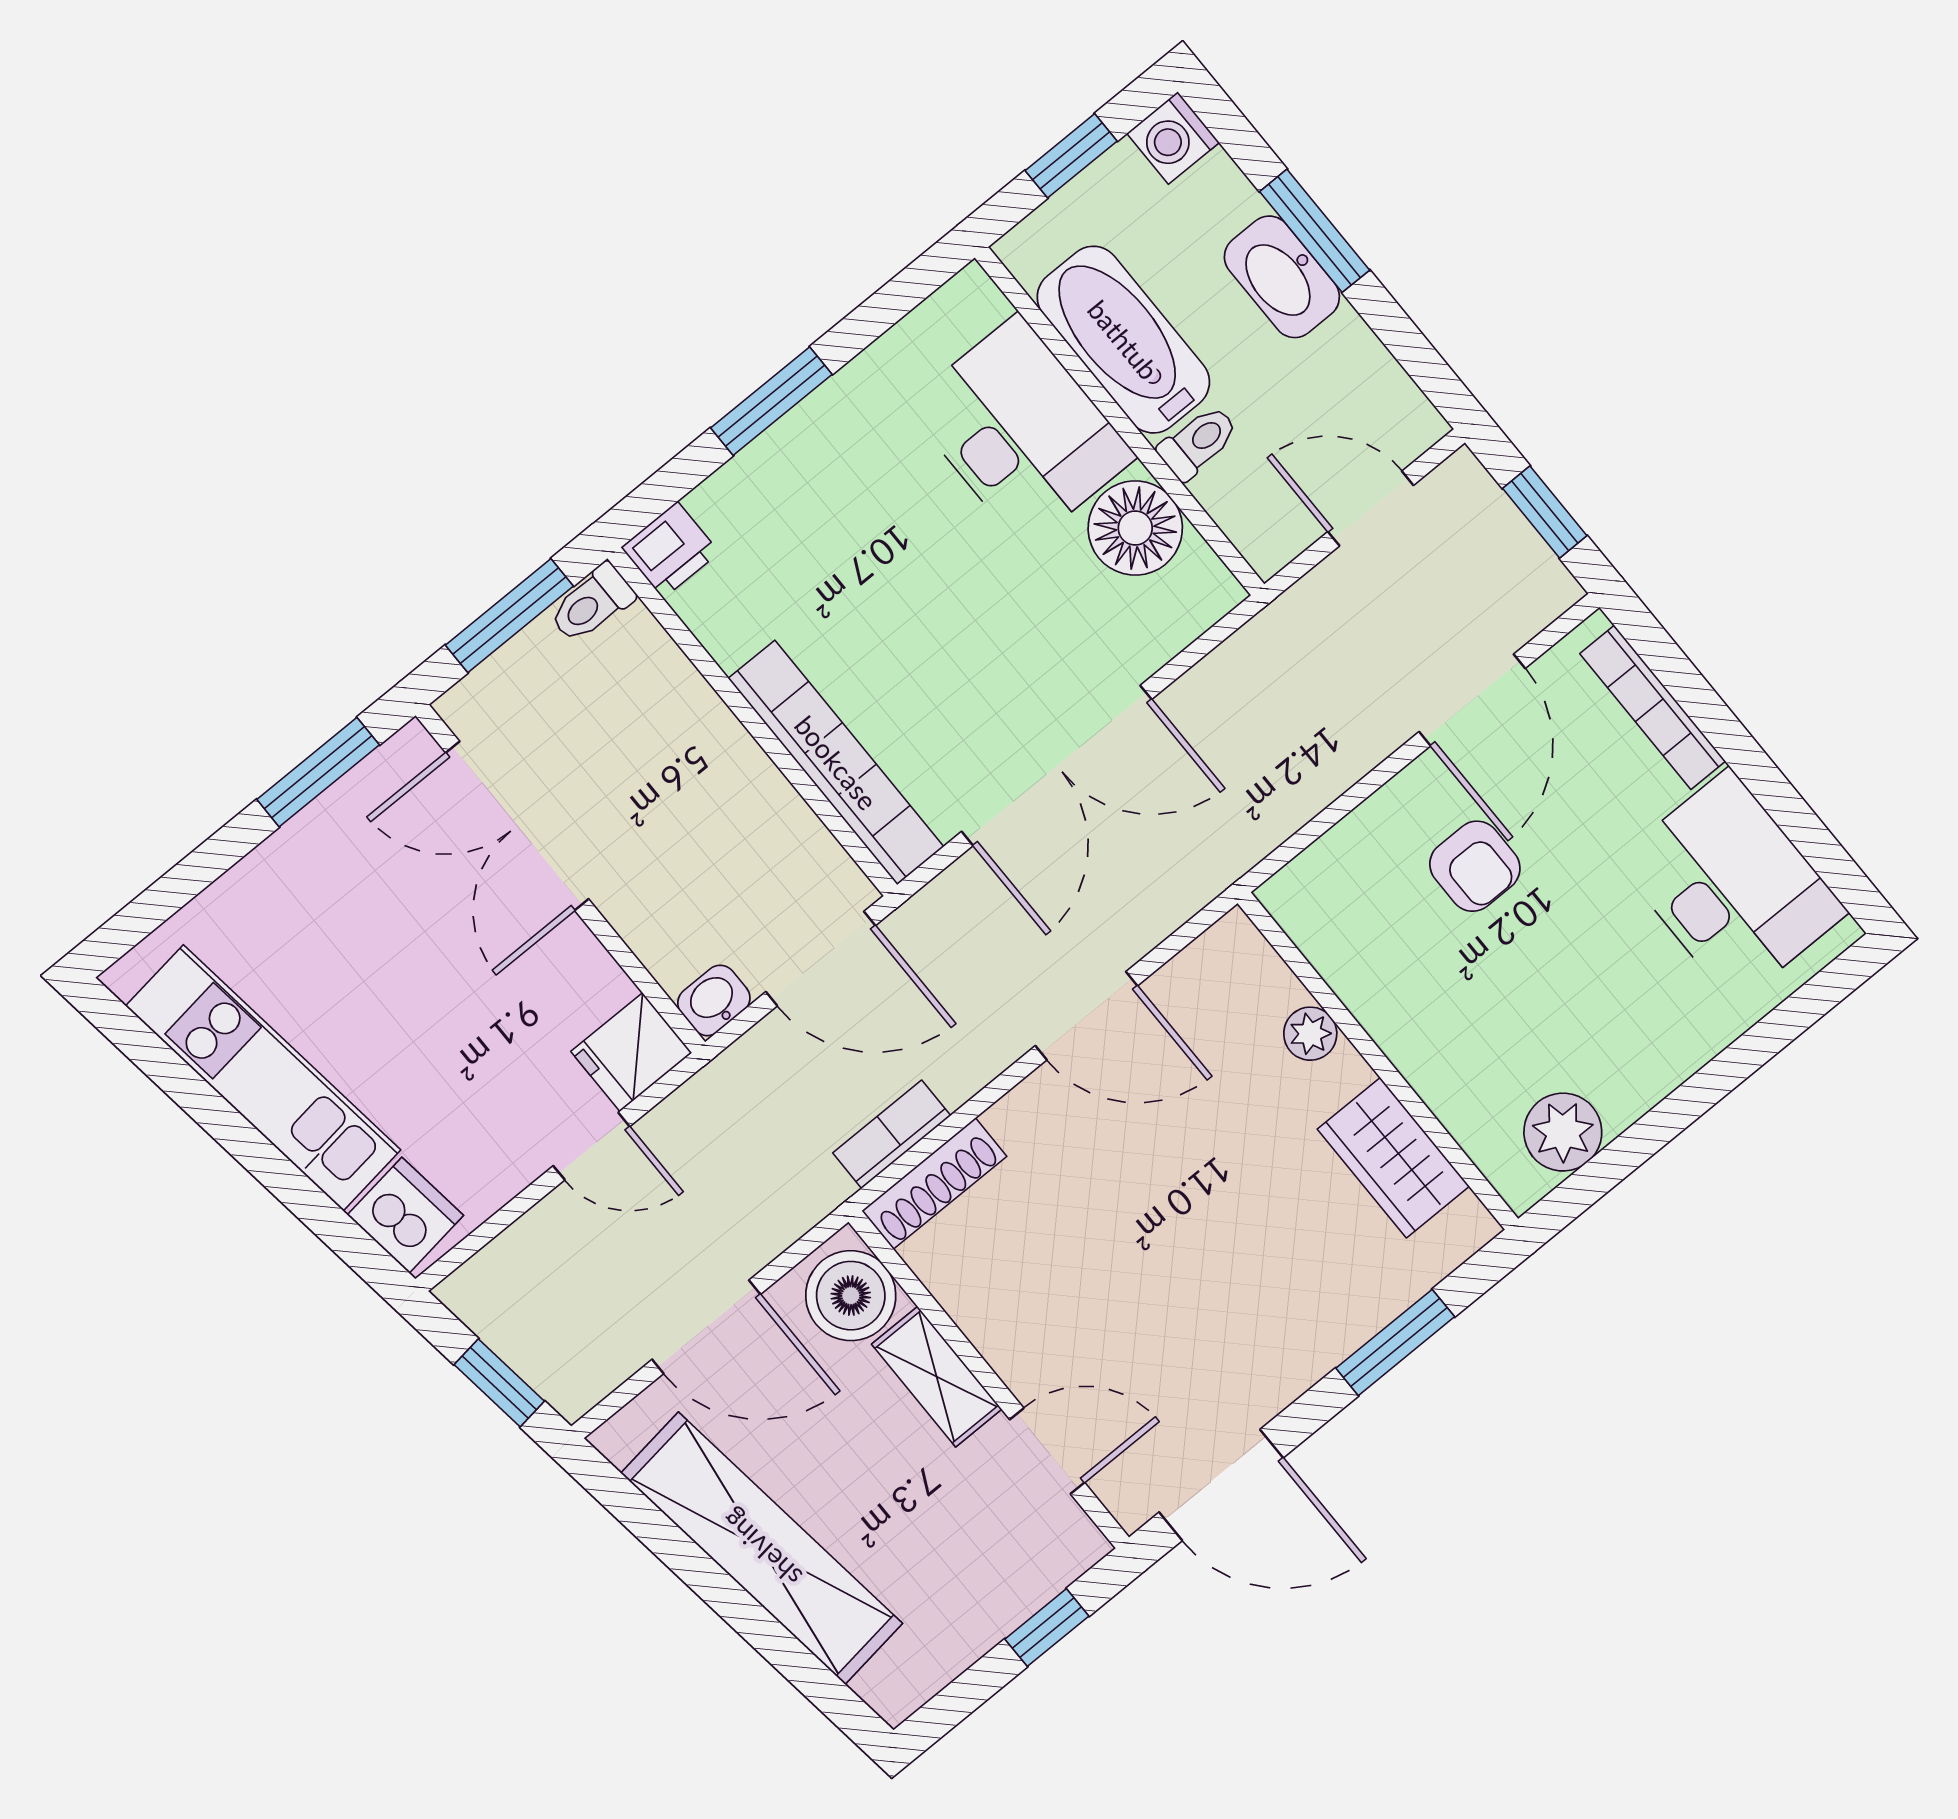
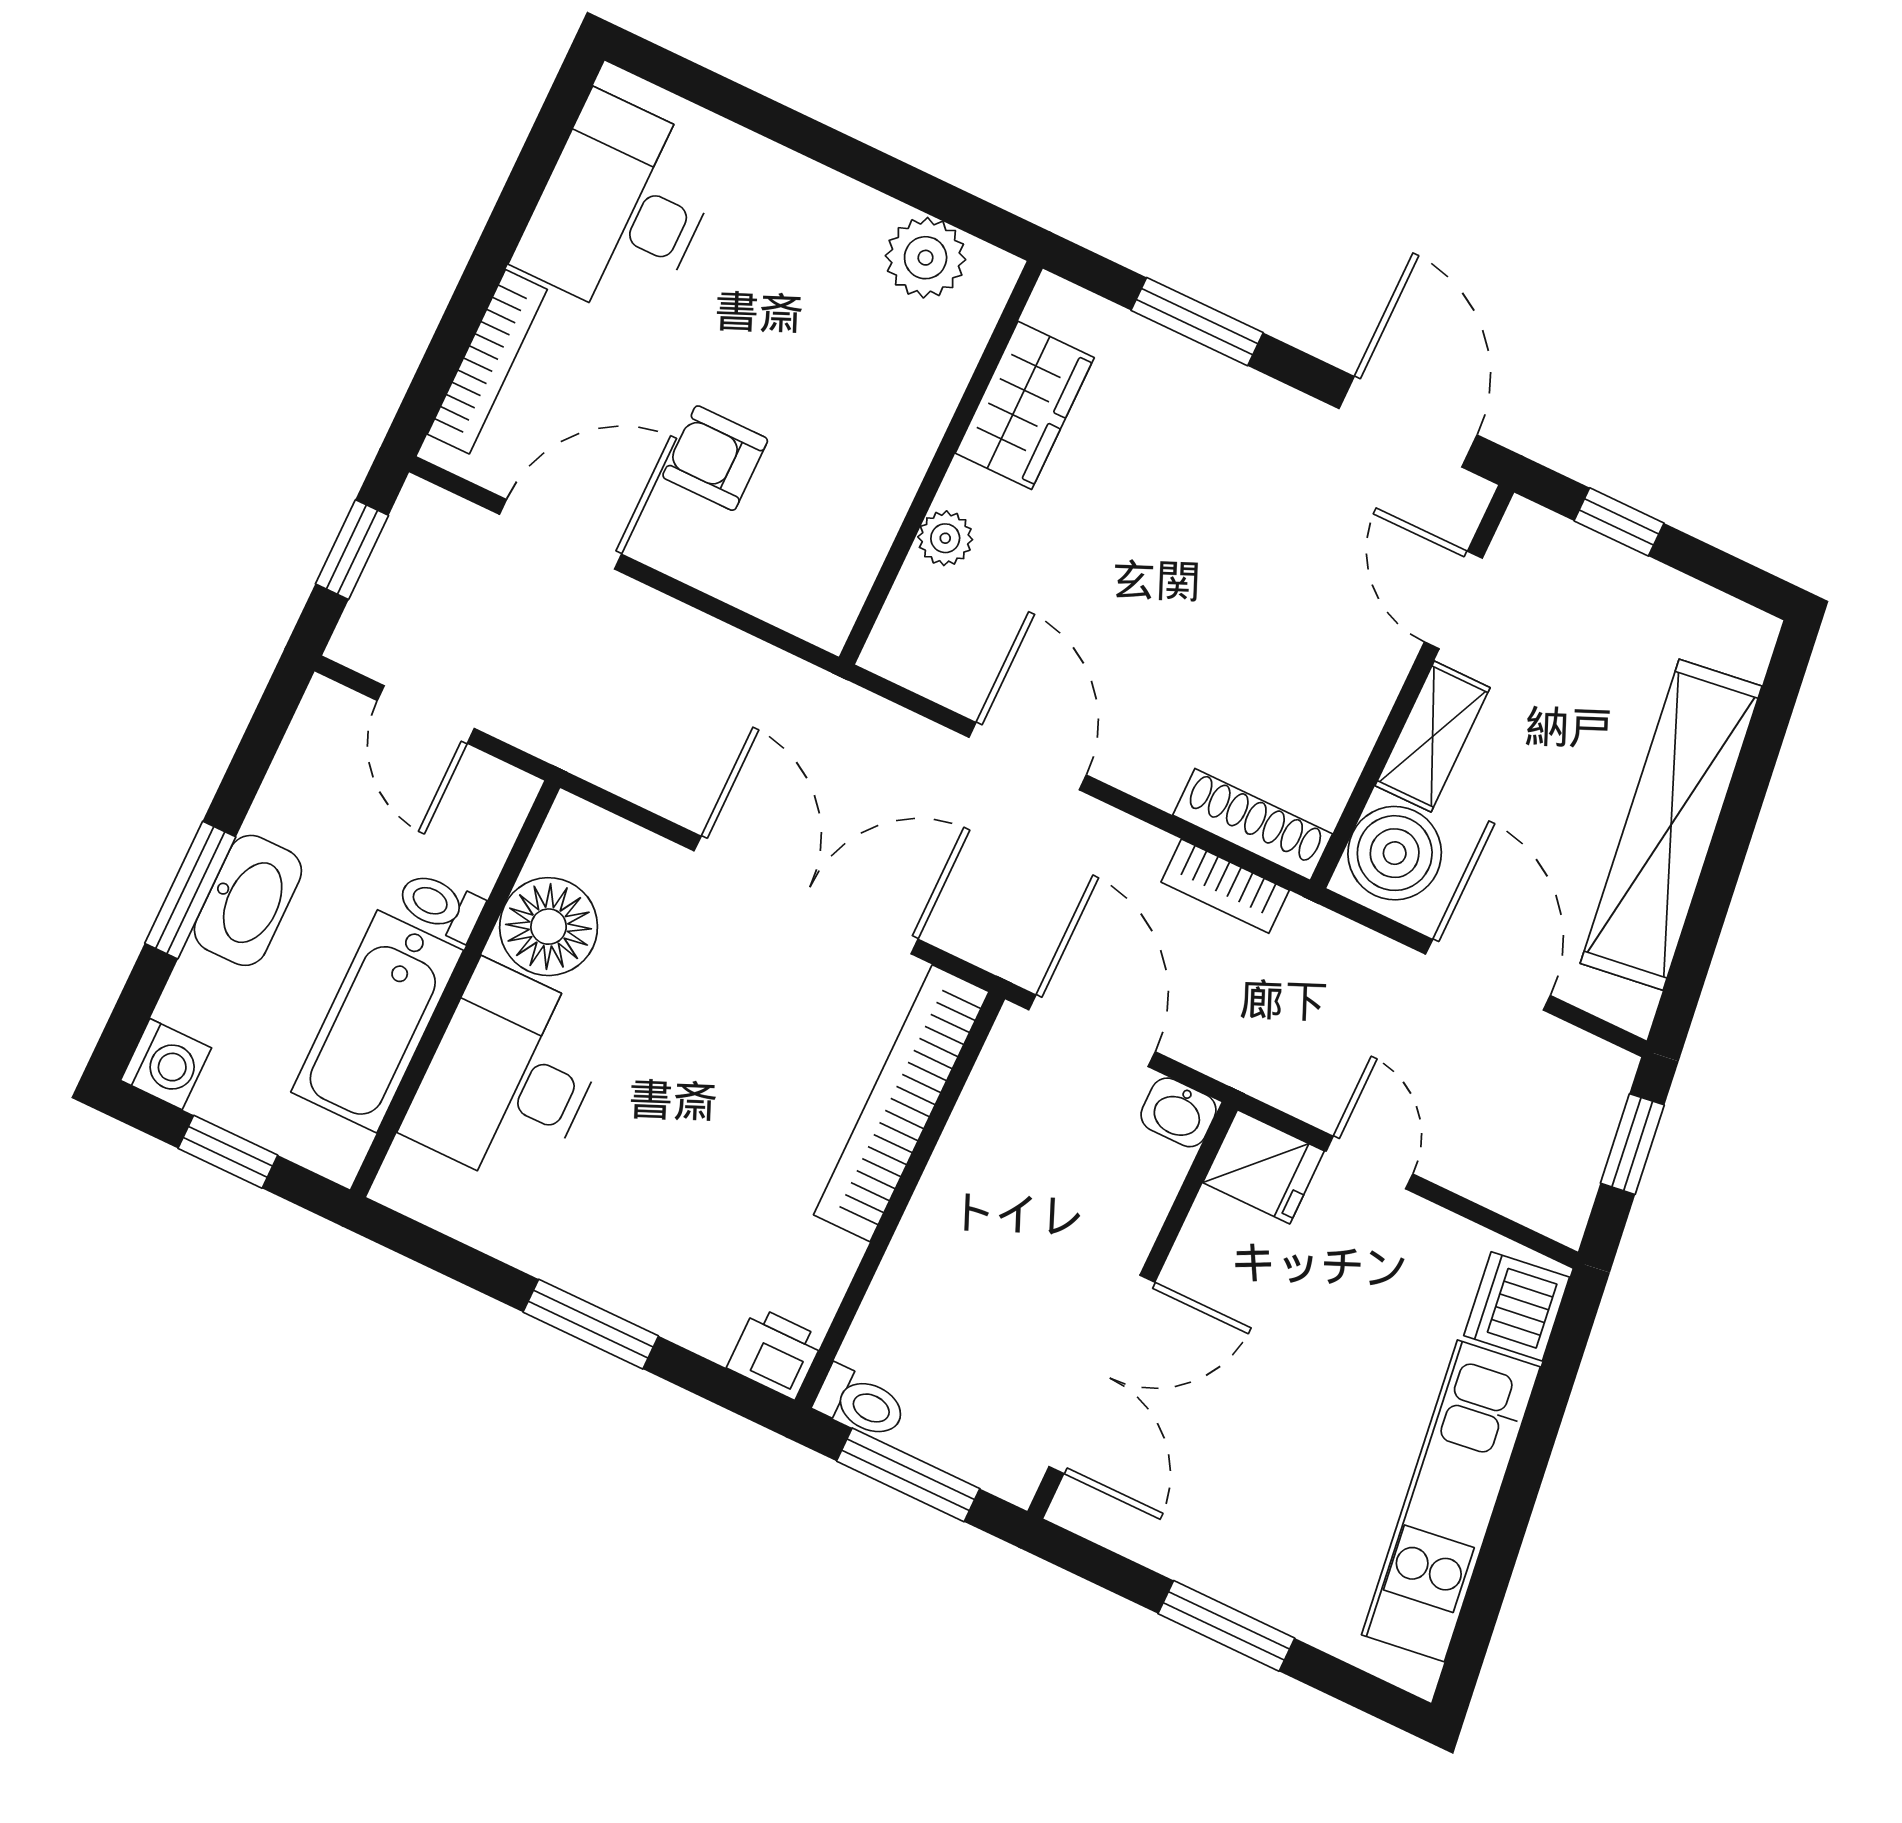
window: (318, 772) -> (1226, 1626), moved
armchair: (1475, 866) -> (715, 458), turned -90

